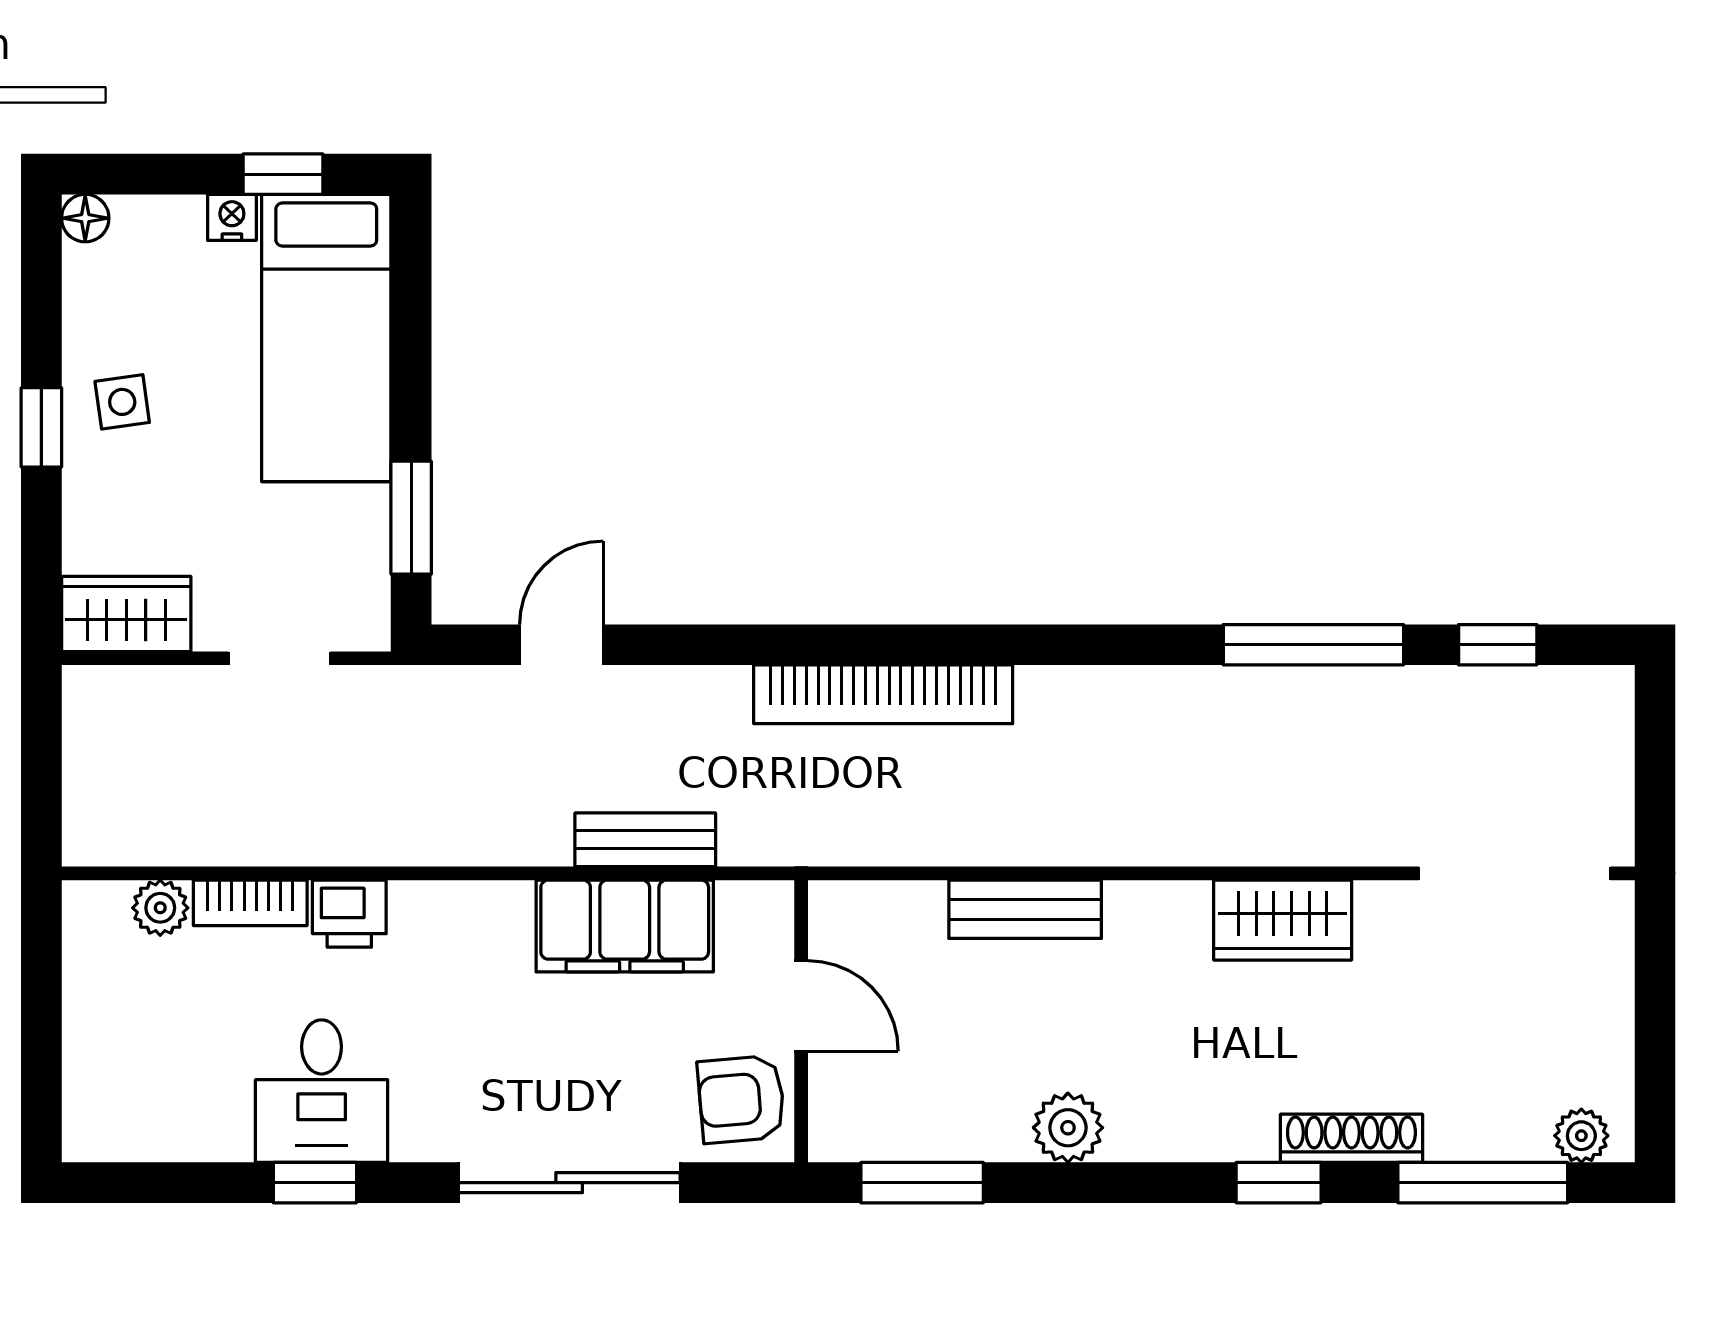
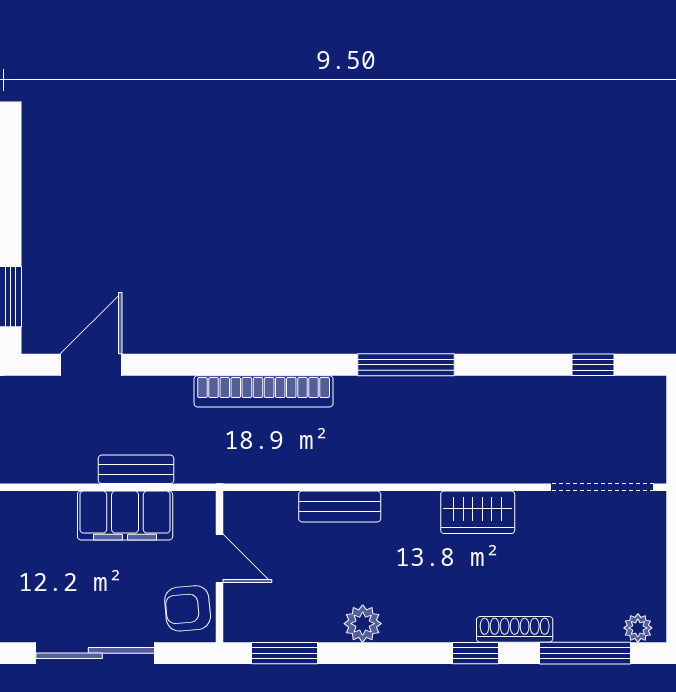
door: (561, 645) -> (91, 365), width x1.37
window: (1313, 645) -> (406, 365), moved

